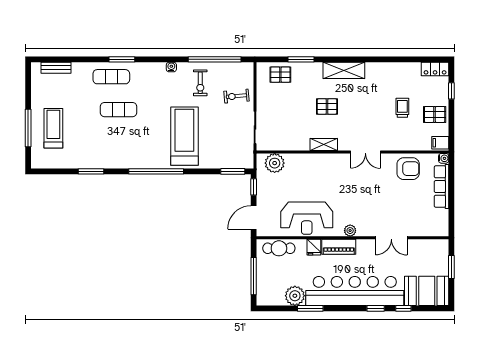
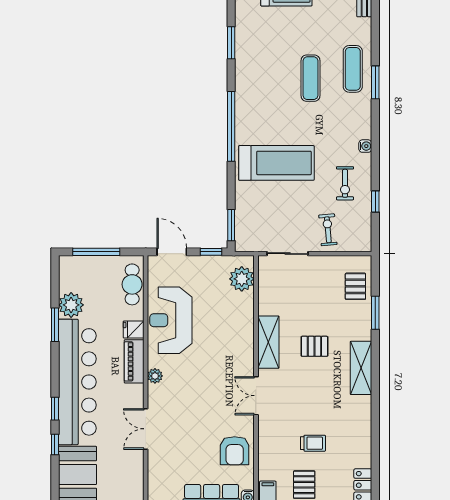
window: (215, 59) -> (375, 202), width x0.32
exercise bike: (200, 83) -> (345, 183), turned -90
pallet: (327, 106) -> (314, 346), turned 90
shelving: (324, 144) -> (268, 342), width x1.50, depth x1.33

